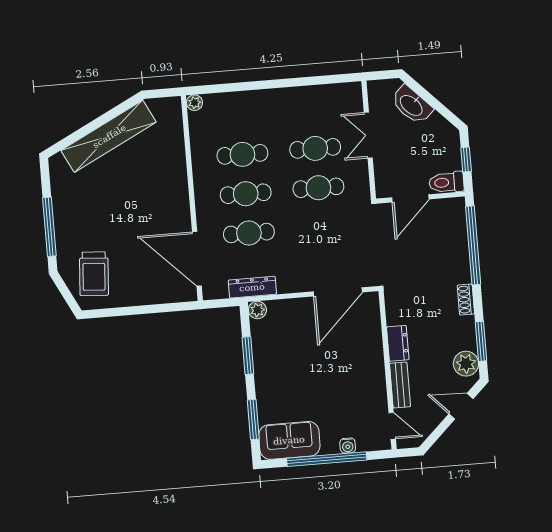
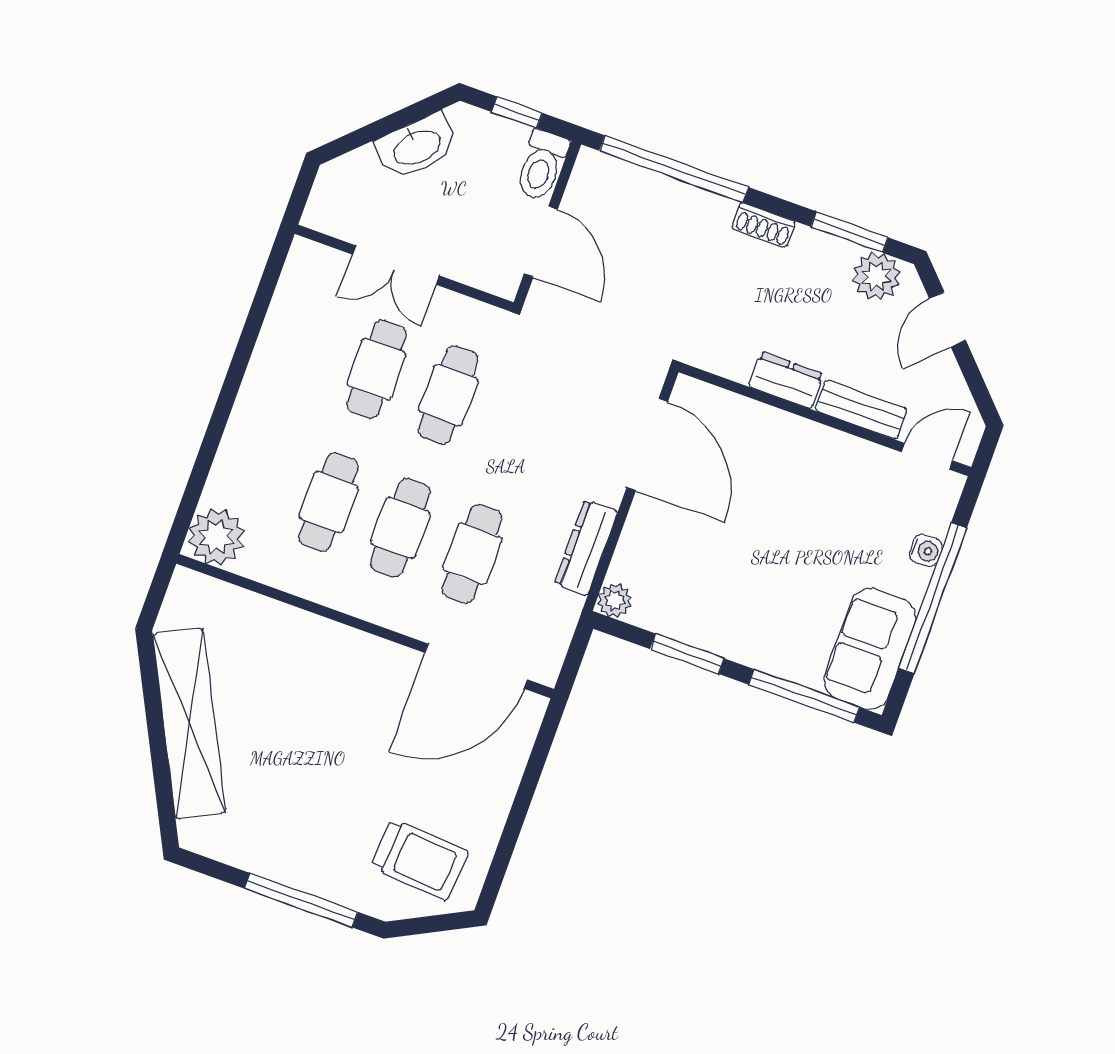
plant: (195, 103) -> (216, 537), width x1.87, depth x1.87
washbasin: (412, 105) -> (416, 147), moved
dresser: (252, 287) -> (586, 548), moved
window: (253, 419) -> (804, 696), width x1.44

